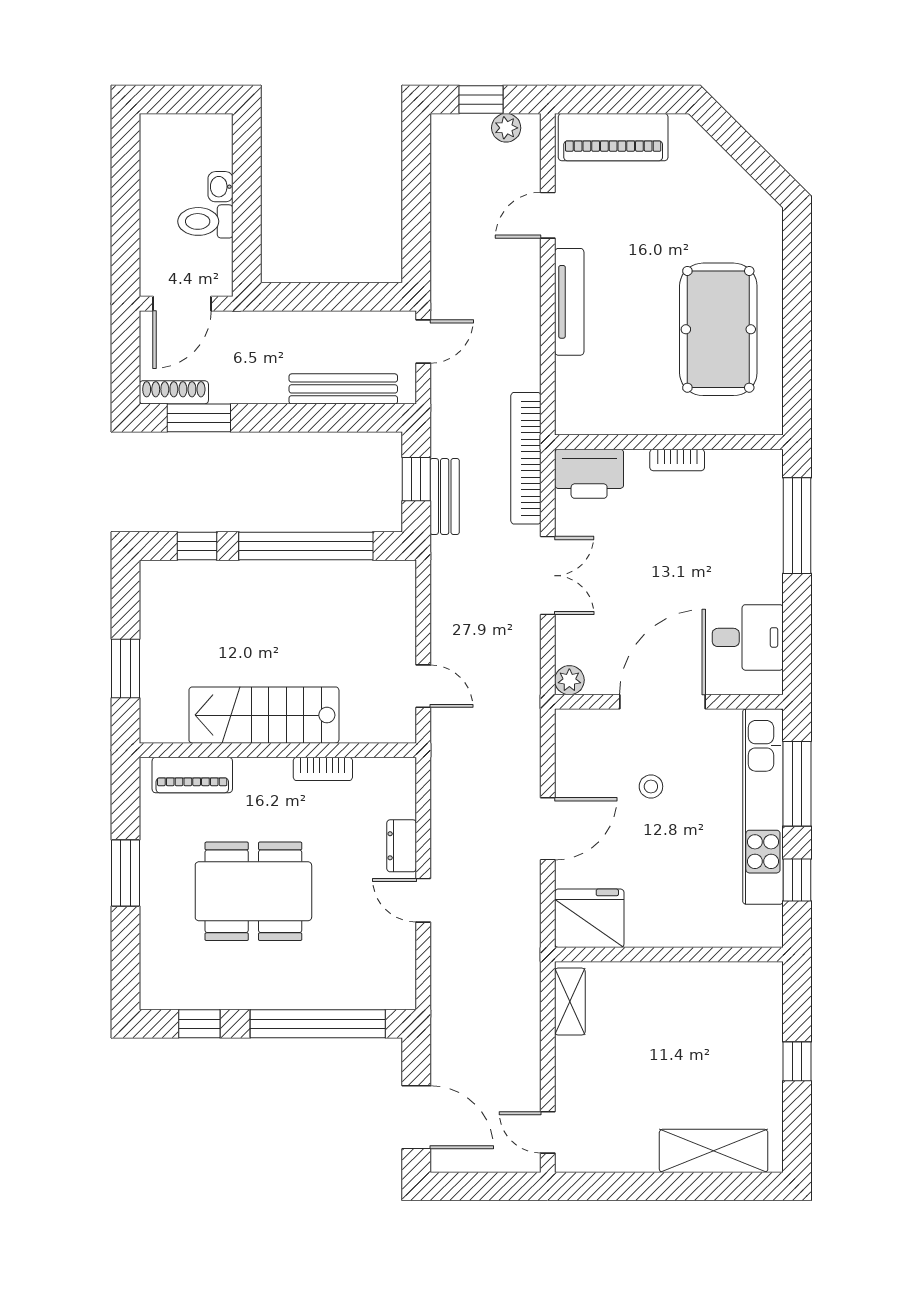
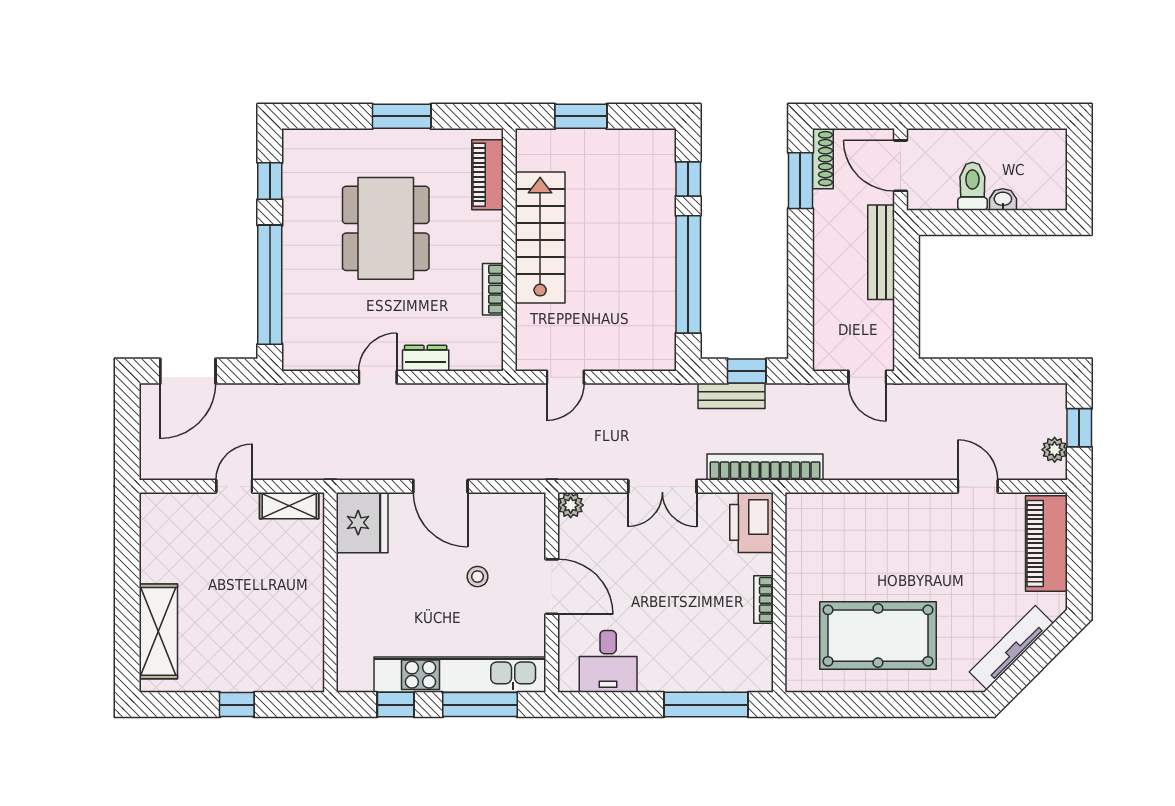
tv unit: (569, 302) -> (1011, 648), moved, turned 135
bench: (343, 389) -> (881, 252), moved
door: (662, 702) -> (552, 587), width x0.73
door: (548, 1132) -> (234, 486), moved

